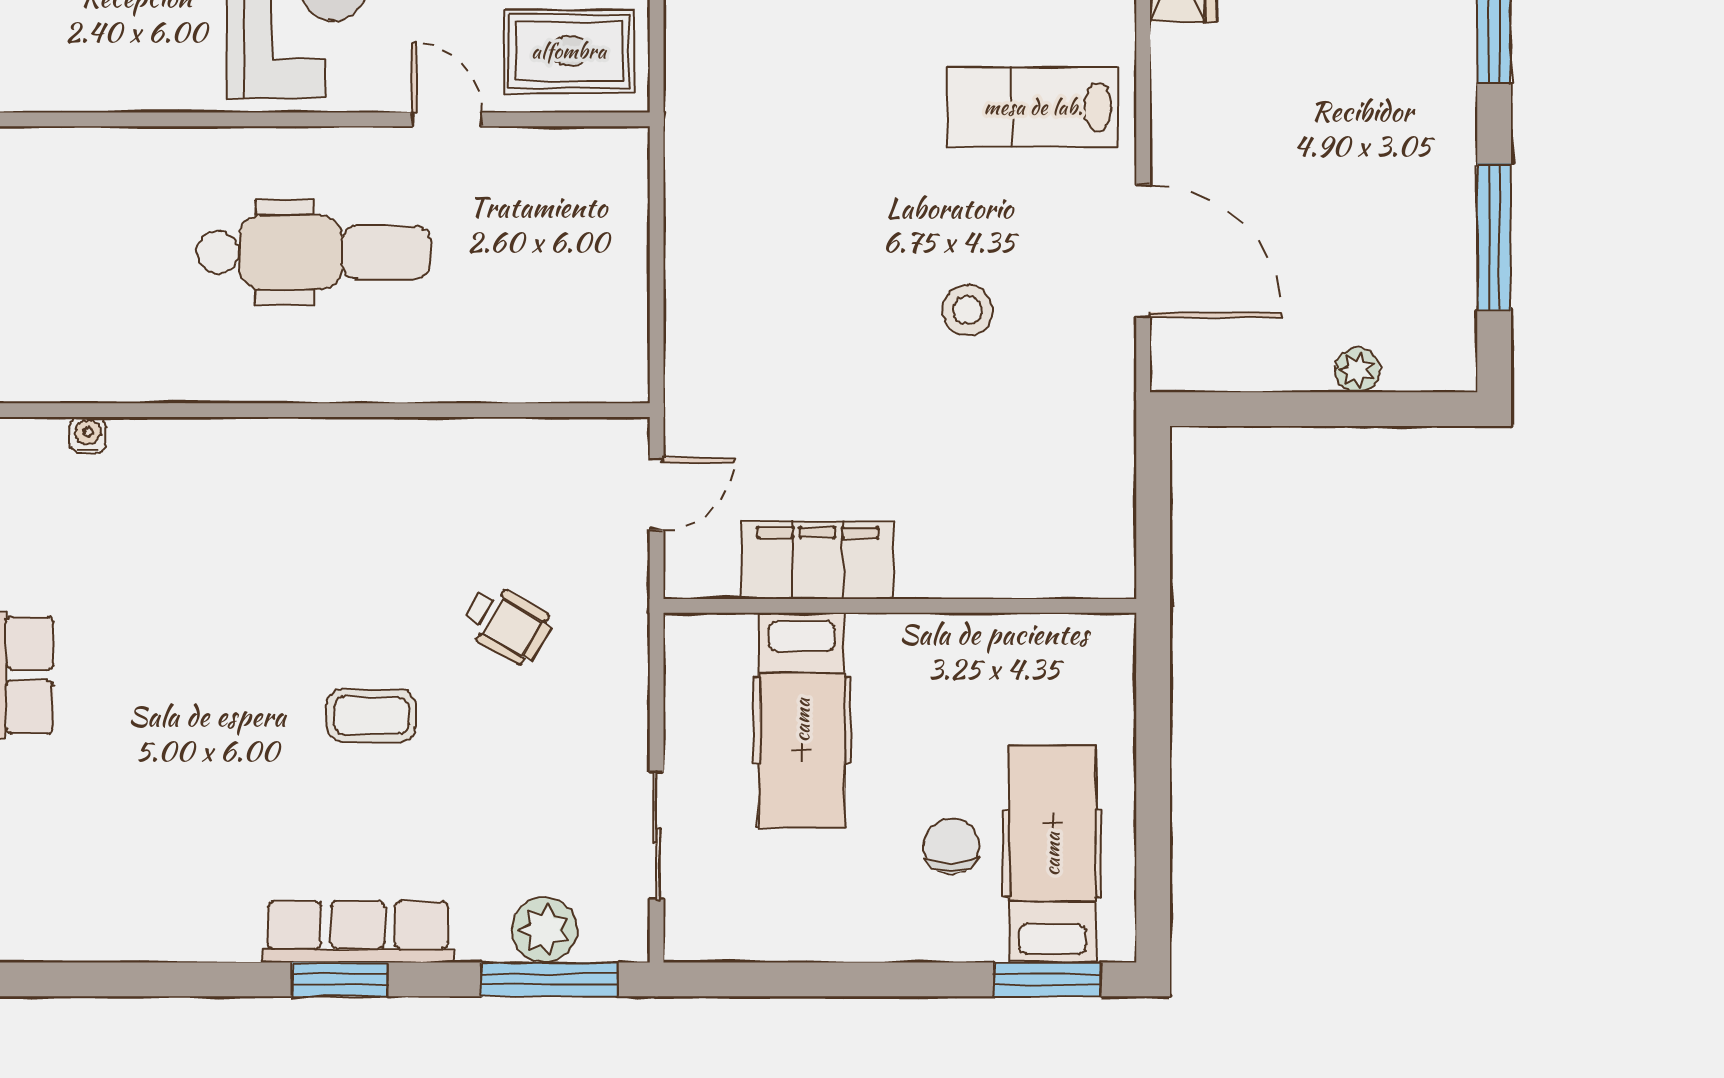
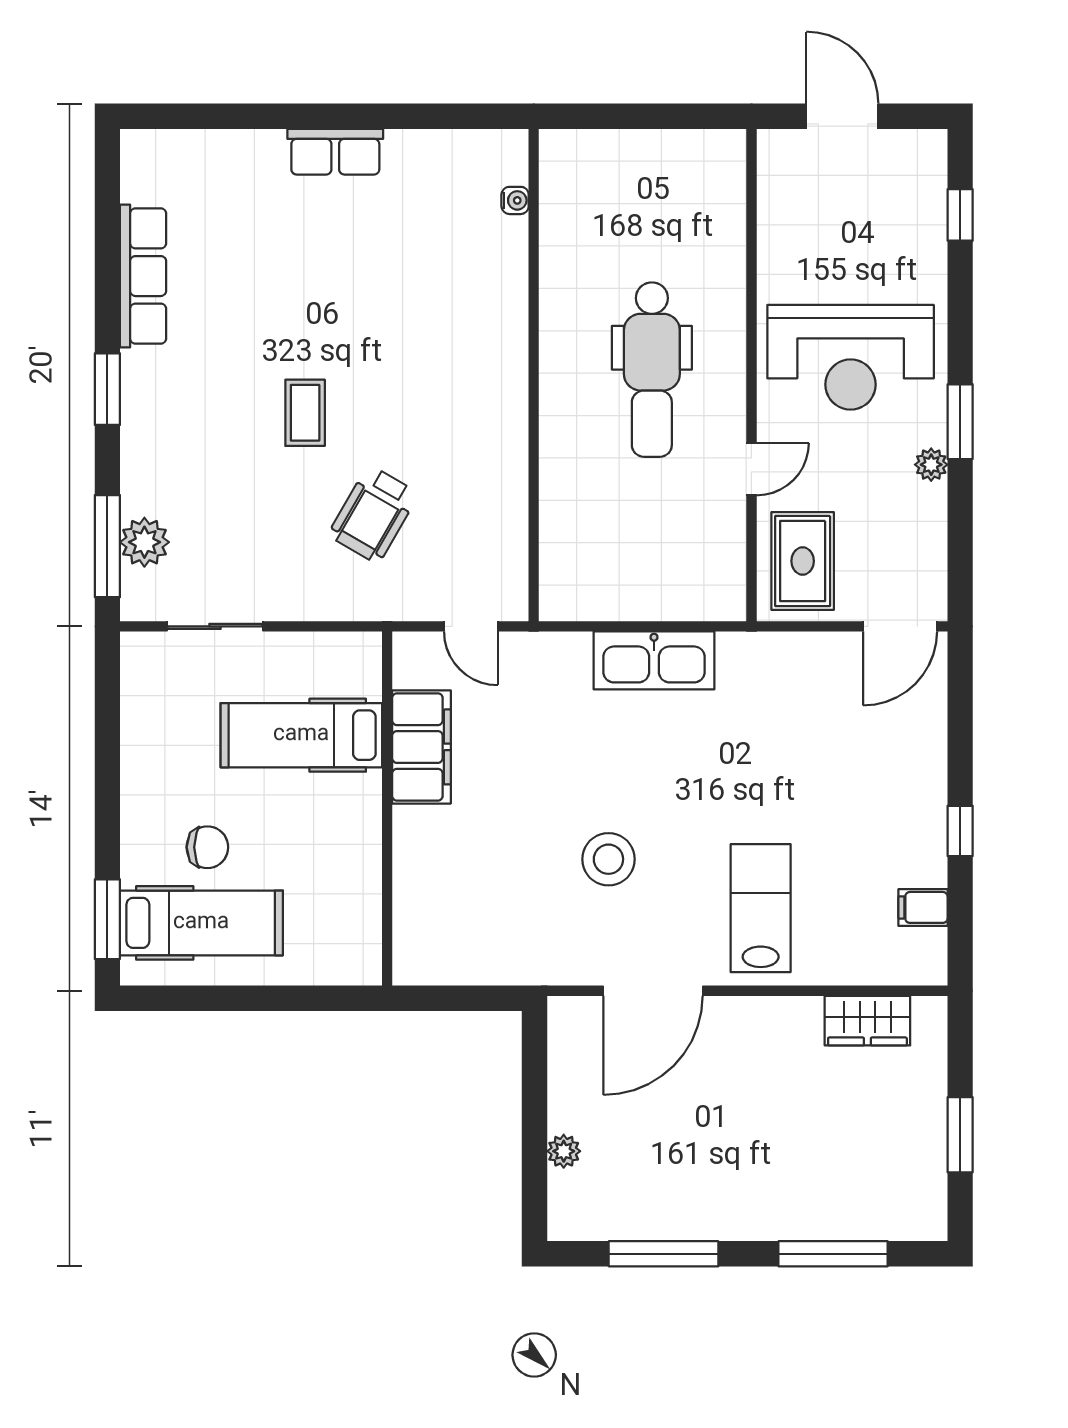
kitchen sink: (702, 250) -> (654, 660), added
stool: (967, 310) -> (608, 859), width x1.38, depth x1.38
wheelchair: (507, 624) -> (373, 514), width x1.36, depth x1.37
row of seats: (358, 932) -> (143, 276), moved

